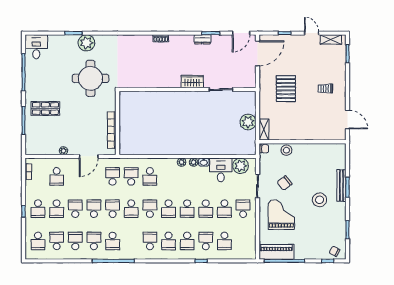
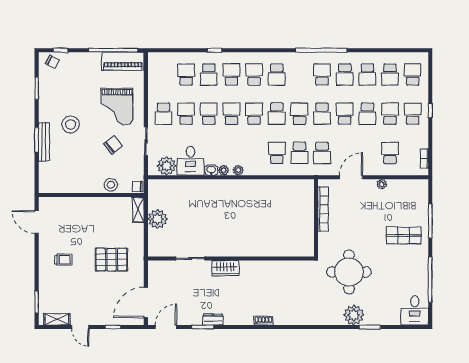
pallet: (286, 89) -> (111, 260), turned 90
school desk: (94, 209) -> (345, 114), turned 180

